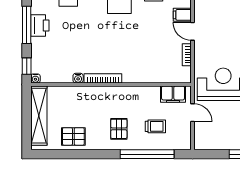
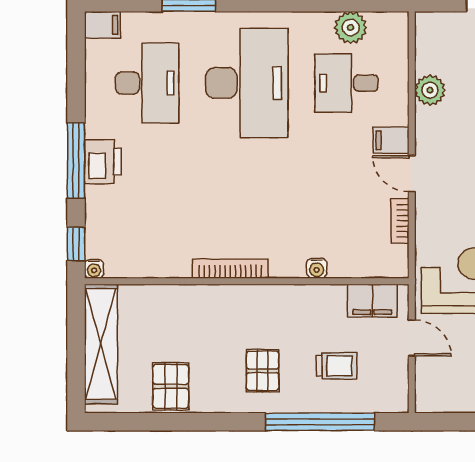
water cooler: (78, 78) -> (317, 268), moved
pallet: (73, 136) -> (171, 386), turned 90

